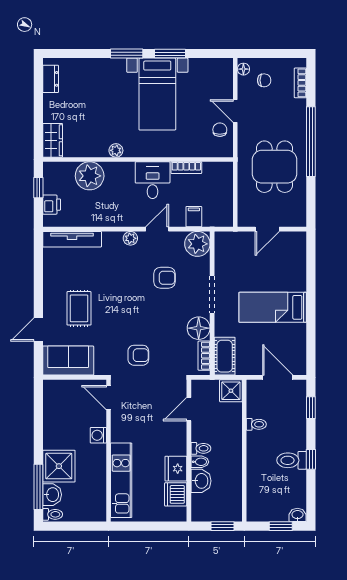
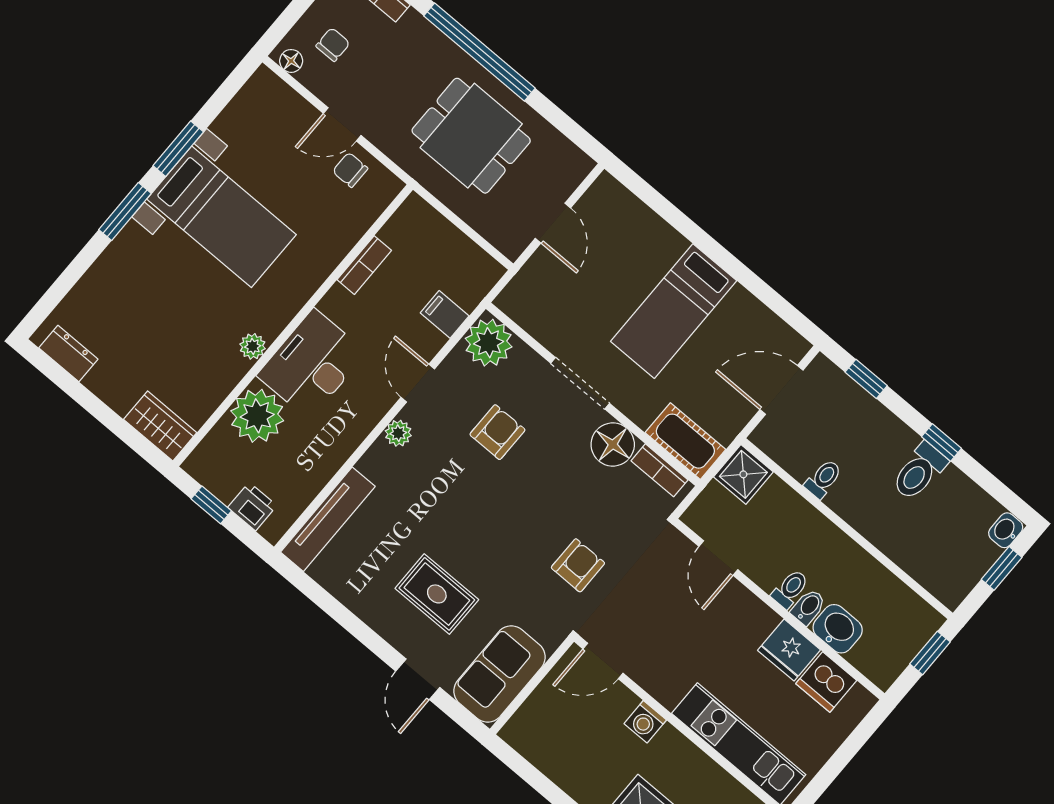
desk: (153, 180) -> (312, 364), moved, width x1.37

